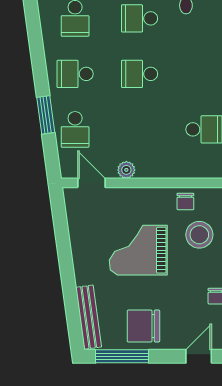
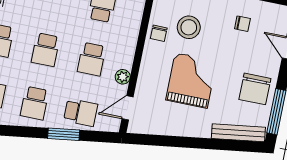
school desk: (140, 129) -> (91, 59), added
chair: (185, 201) -> (159, 33), turned 91
grand piano: (138, 250) -> (191, 80), turned 180

